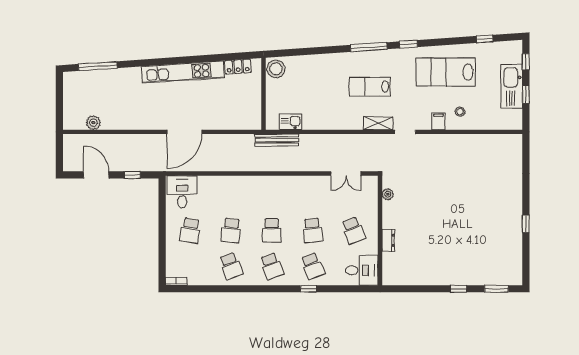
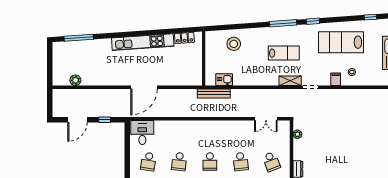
stool: (276, 69) -> (234, 44), moved
lab bench: (370, 87) -> (284, 53), turned 180
door: (96, 175) -> (77, 120), swing flipped

